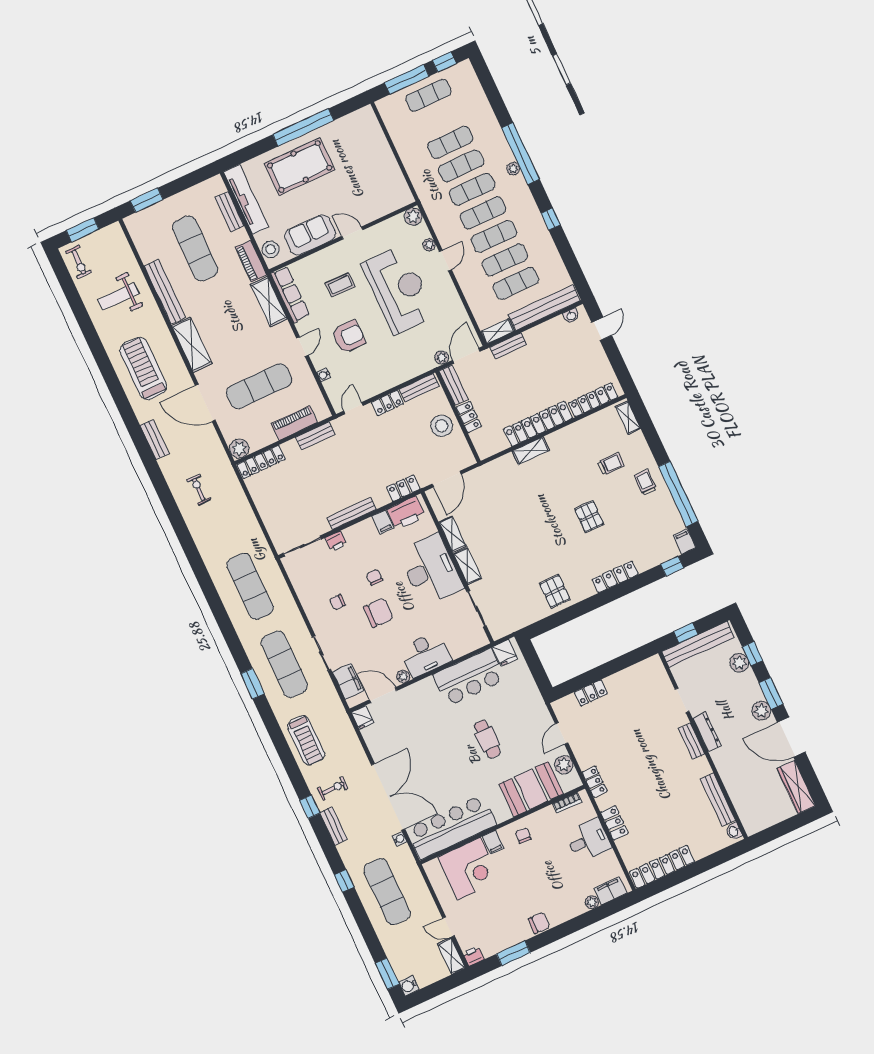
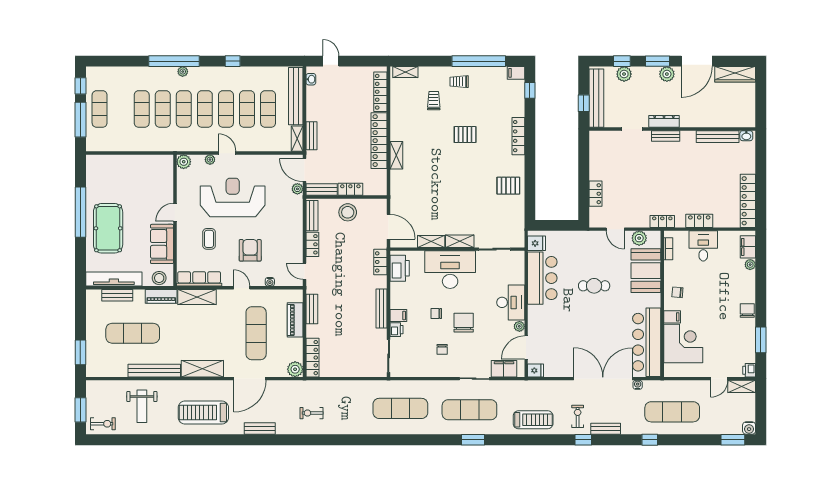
filing cabinet: (383, 522) -> (398, 316), moved

